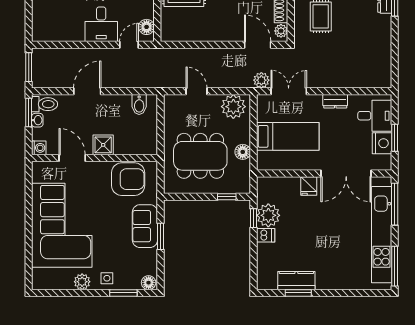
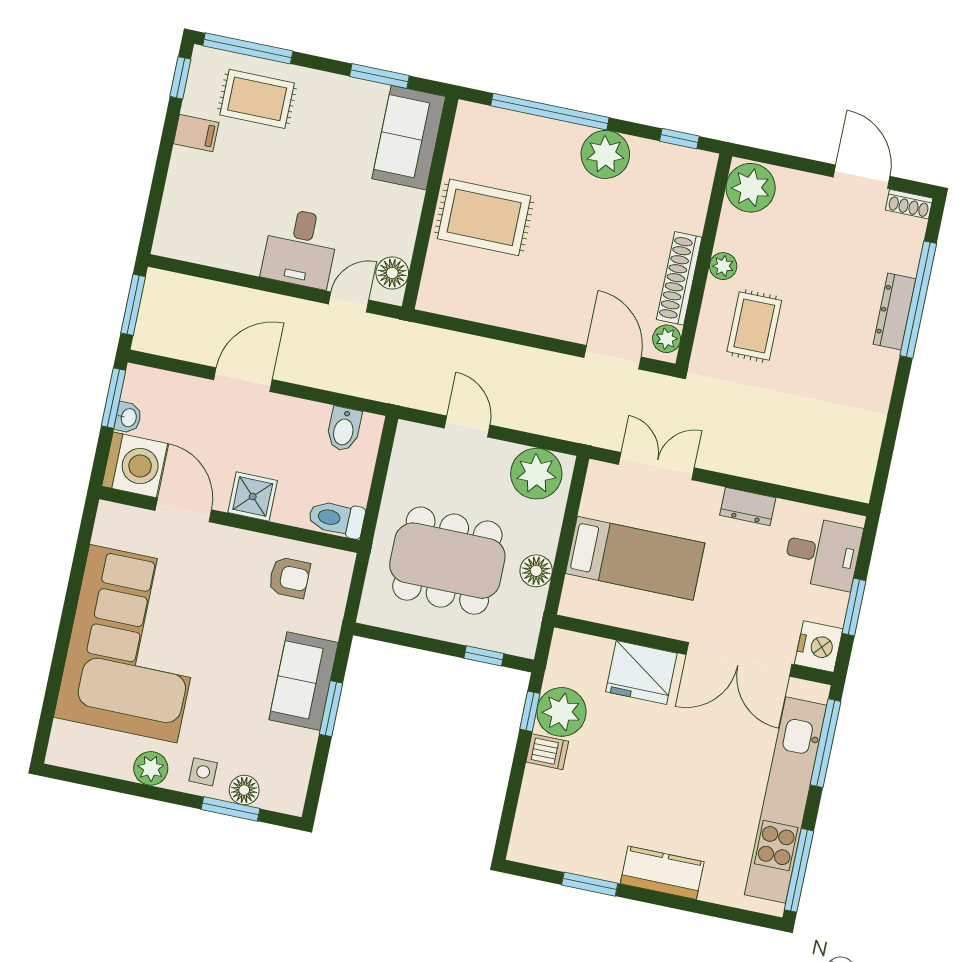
plant: (261, 80) -> (605, 432), removed
toilet: (45, 104) -> (337, 519), moved, turned 180
nightstand: (382, 143) -> (819, 647), moved
washing machine: (39, 148) -> (135, 465), width x1.89, depth x1.89
armchair: (128, 179) -> (289, 578), width x0.53, depth x0.53
fridge: (309, 186) -> (641, 672), width x1.88, depth x1.34
kitchen counter: (296, 281) -> (662, 873), moved
floor lamp: (149, 283) -> (244, 790), moved

